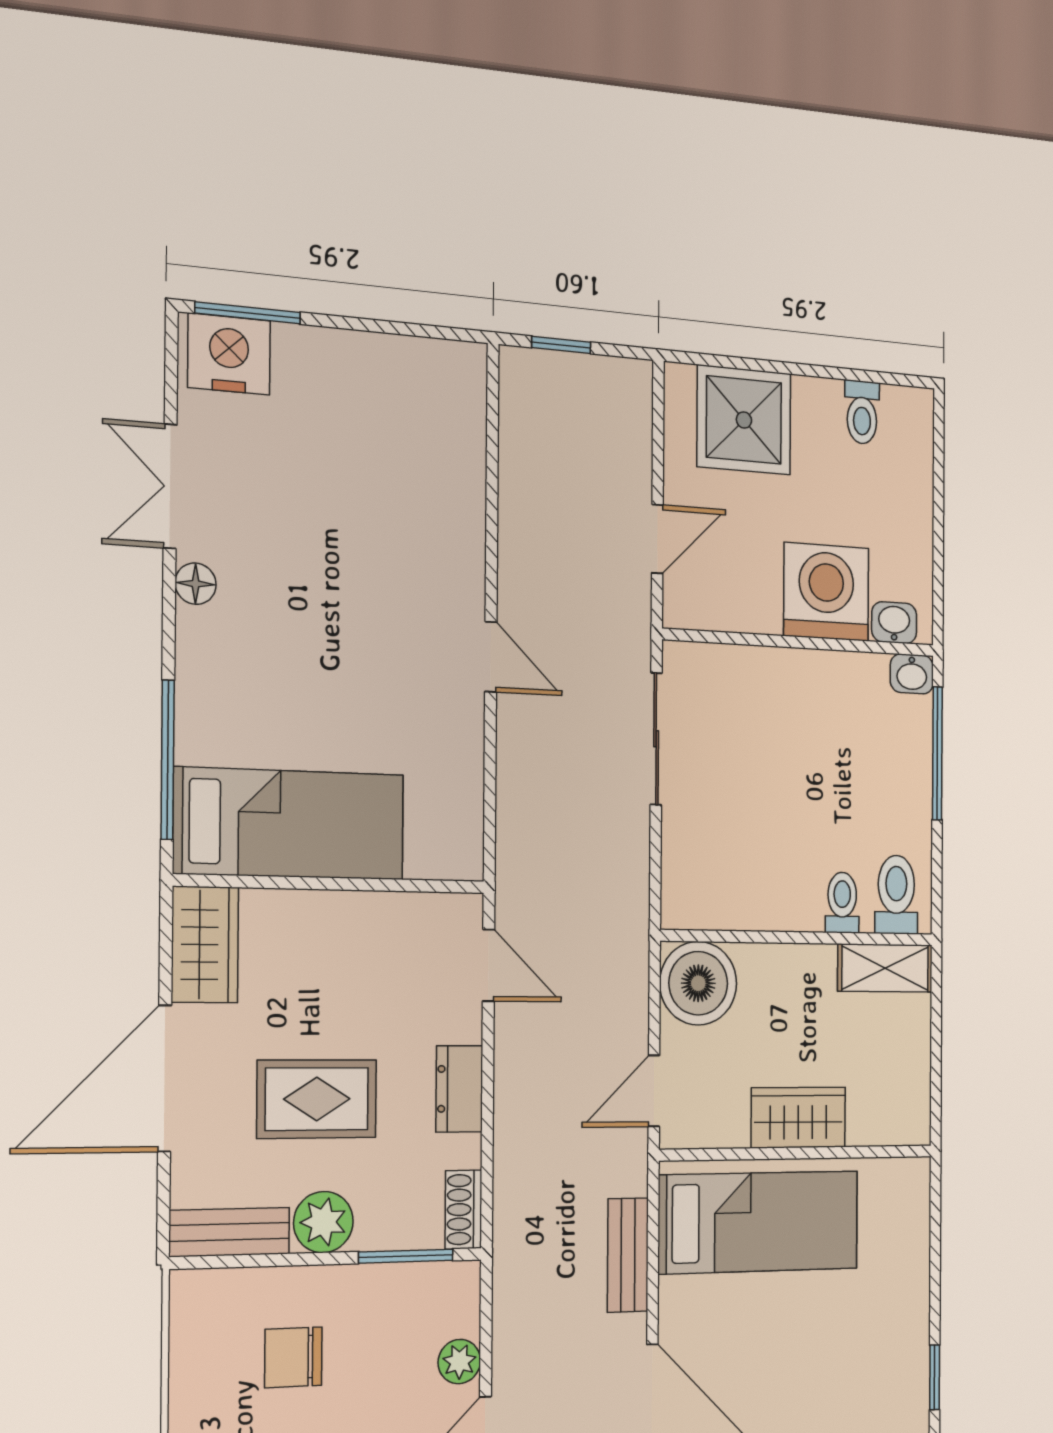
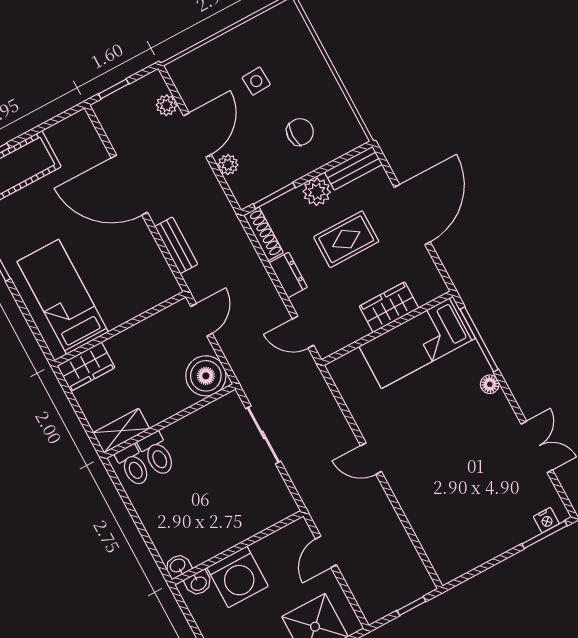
nightstand: (229, 354) -> (546, 520), width x0.53, depth x0.56
floor lamp: (196, 584) -> (490, 384), moved
sliding door: (656, 739) -> (263, 435), moved
window: (937, 753) -> (147, 539), removed
toilet: (842, 903) -> (157, 454), width x1.37, depth x1.39
wardrobe: (205, 945) -> (389, 307), moved, turned 90
wardrobe: (798, 1117) -> (86, 367), moved
shoe rack: (463, 1209) -> (263, 234), width x1.43
bed: (759, 1222) -> (63, 297), moved, turned 90

